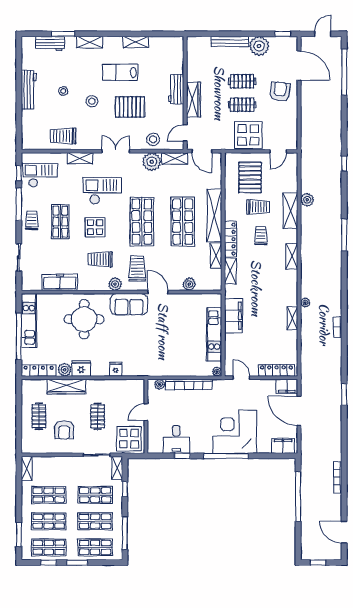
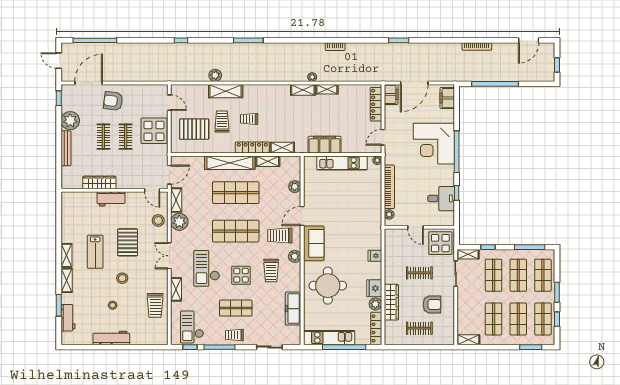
shelving: (135, 42) -> (66, 255), moved
wardrobe: (193, 100) -> (99, 183), moved
shelving: (292, 256) -> (303, 90), moved

